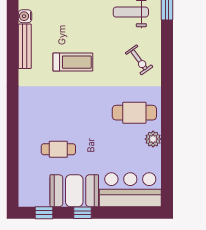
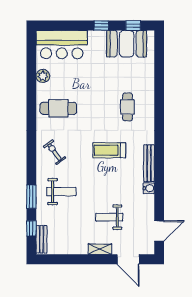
plant: (153, 139) -> (43, 76), moved
cafe table: (58, 149) -> (127, 107), moved, turned 90
booth: (74, 191) -> (127, 44), moved

